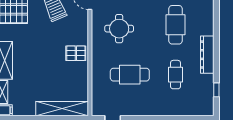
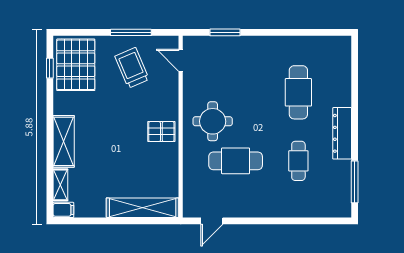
round table: (119, 29) -> (213, 121), moved
window: (216, 90) -> (355, 182), width x2.17

